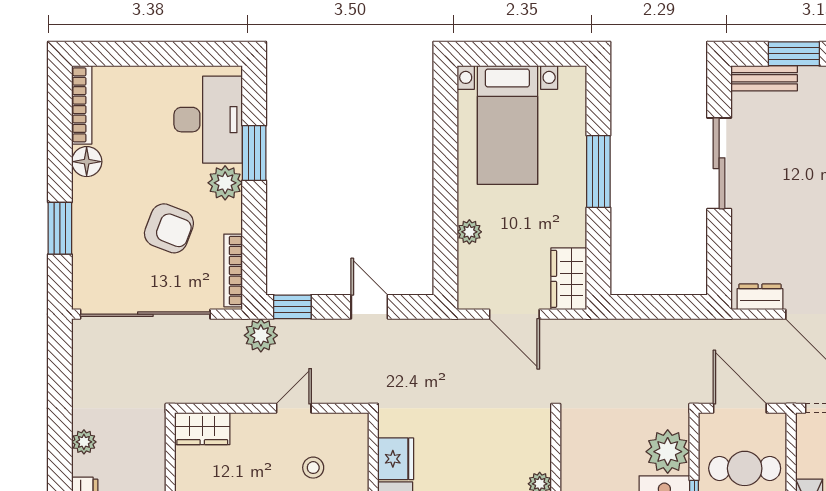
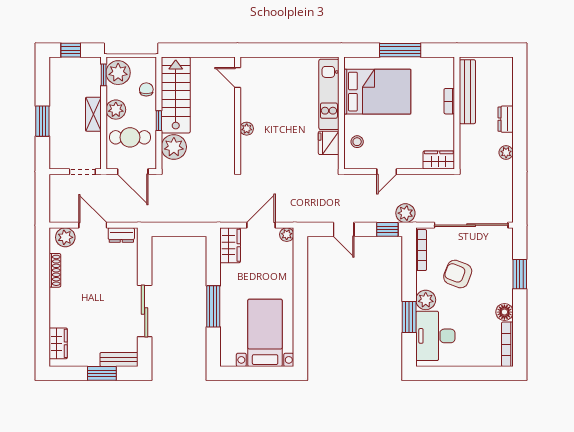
plant: (469, 232) -> (287, 235), moved
door: (514, 314) -> (261, 225), hinge flipped
stool: (313, 468) -> (357, 142), moved

